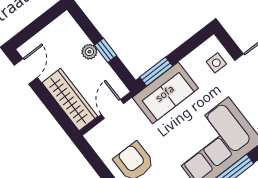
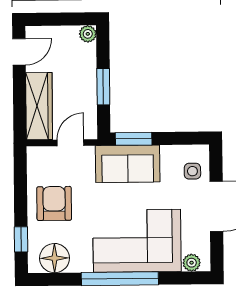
window: (106, 50) -> (103, 87), width x1.50
plant: (89, 52) -> (88, 34), moved

